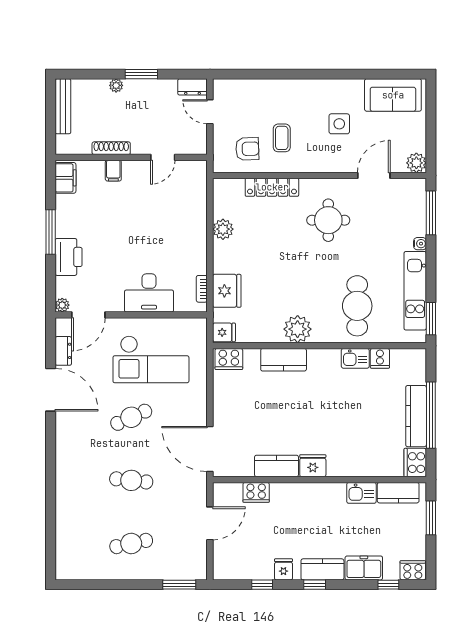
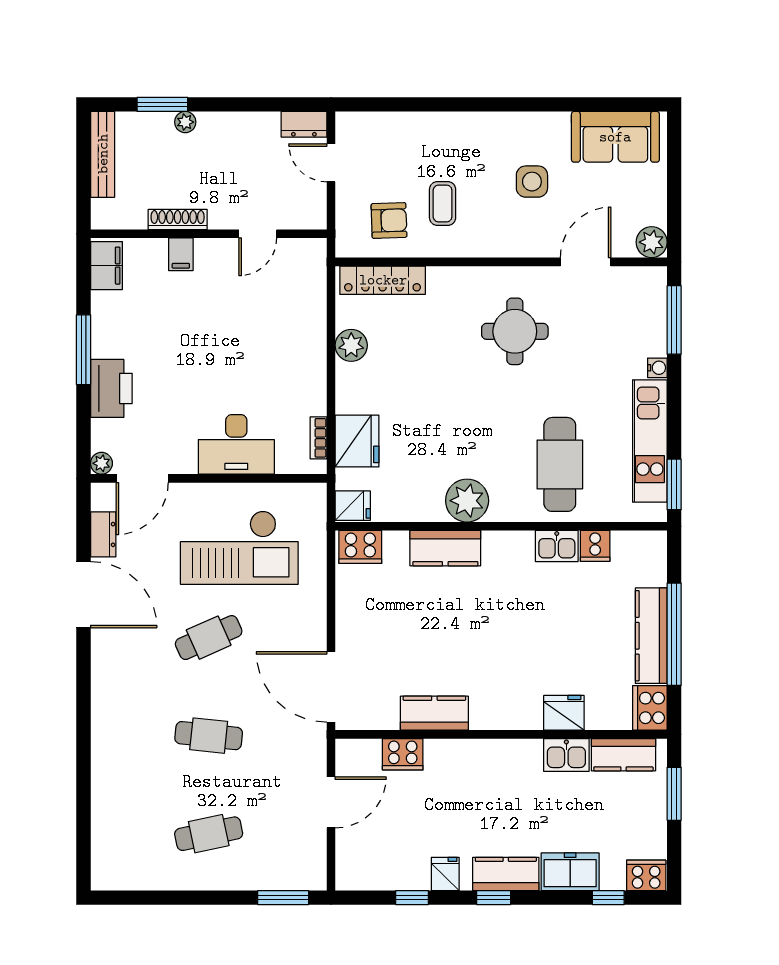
window: (141, 74) -> (162, 104), moved
locker: (272, 187) -> (383, 280), moved
fridge: (313, 466) -> (564, 713), moved

